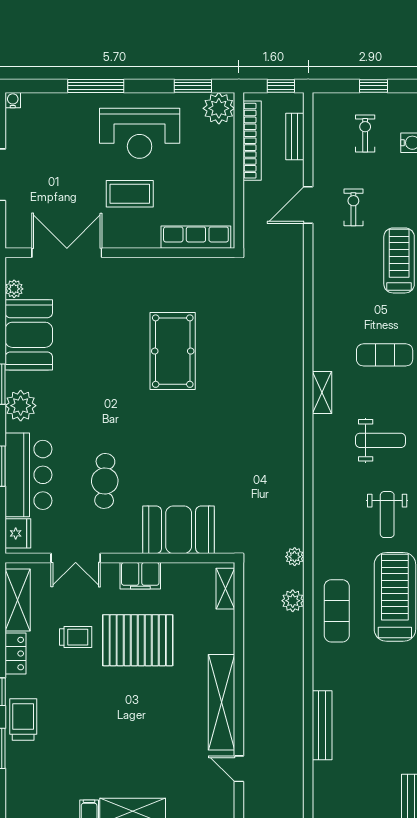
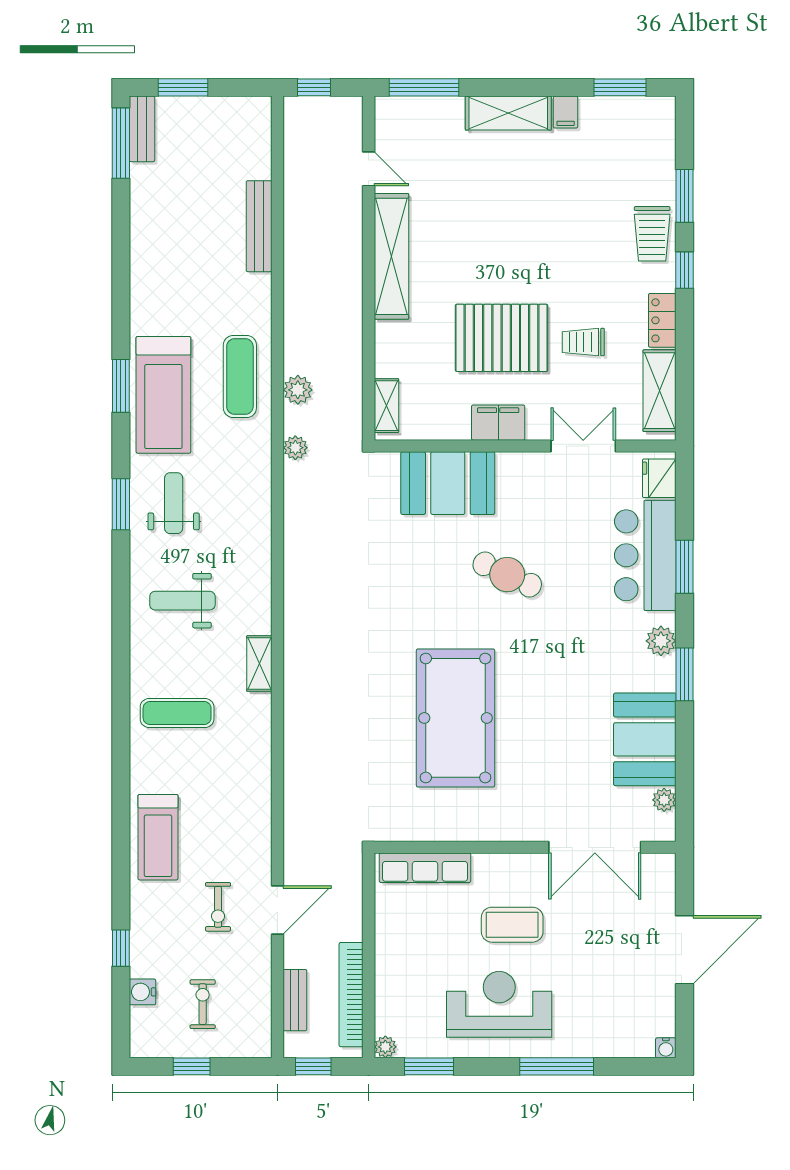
plant: (219, 108) -> (385, 1047), width x0.53, depth x0.53
exercise bike: (365, 133) -> (203, 1004), turned 180
pool table: (173, 351) -> (456, 718), width x1.36, depth x1.32
plant: (21, 406) -> (661, 641), width x0.73, depth x0.73
cafe table: (105, 481) -> (507, 575), moved, turned -67

